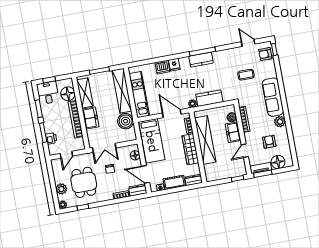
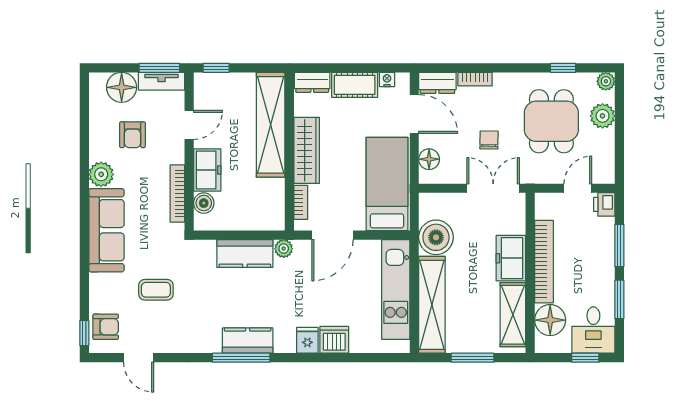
door: (172, 114) -> (333, 235), hinge flipped
printer: (51, 138) -> (604, 204), moved
shelving: (205, 140) -> (271, 125), moved

